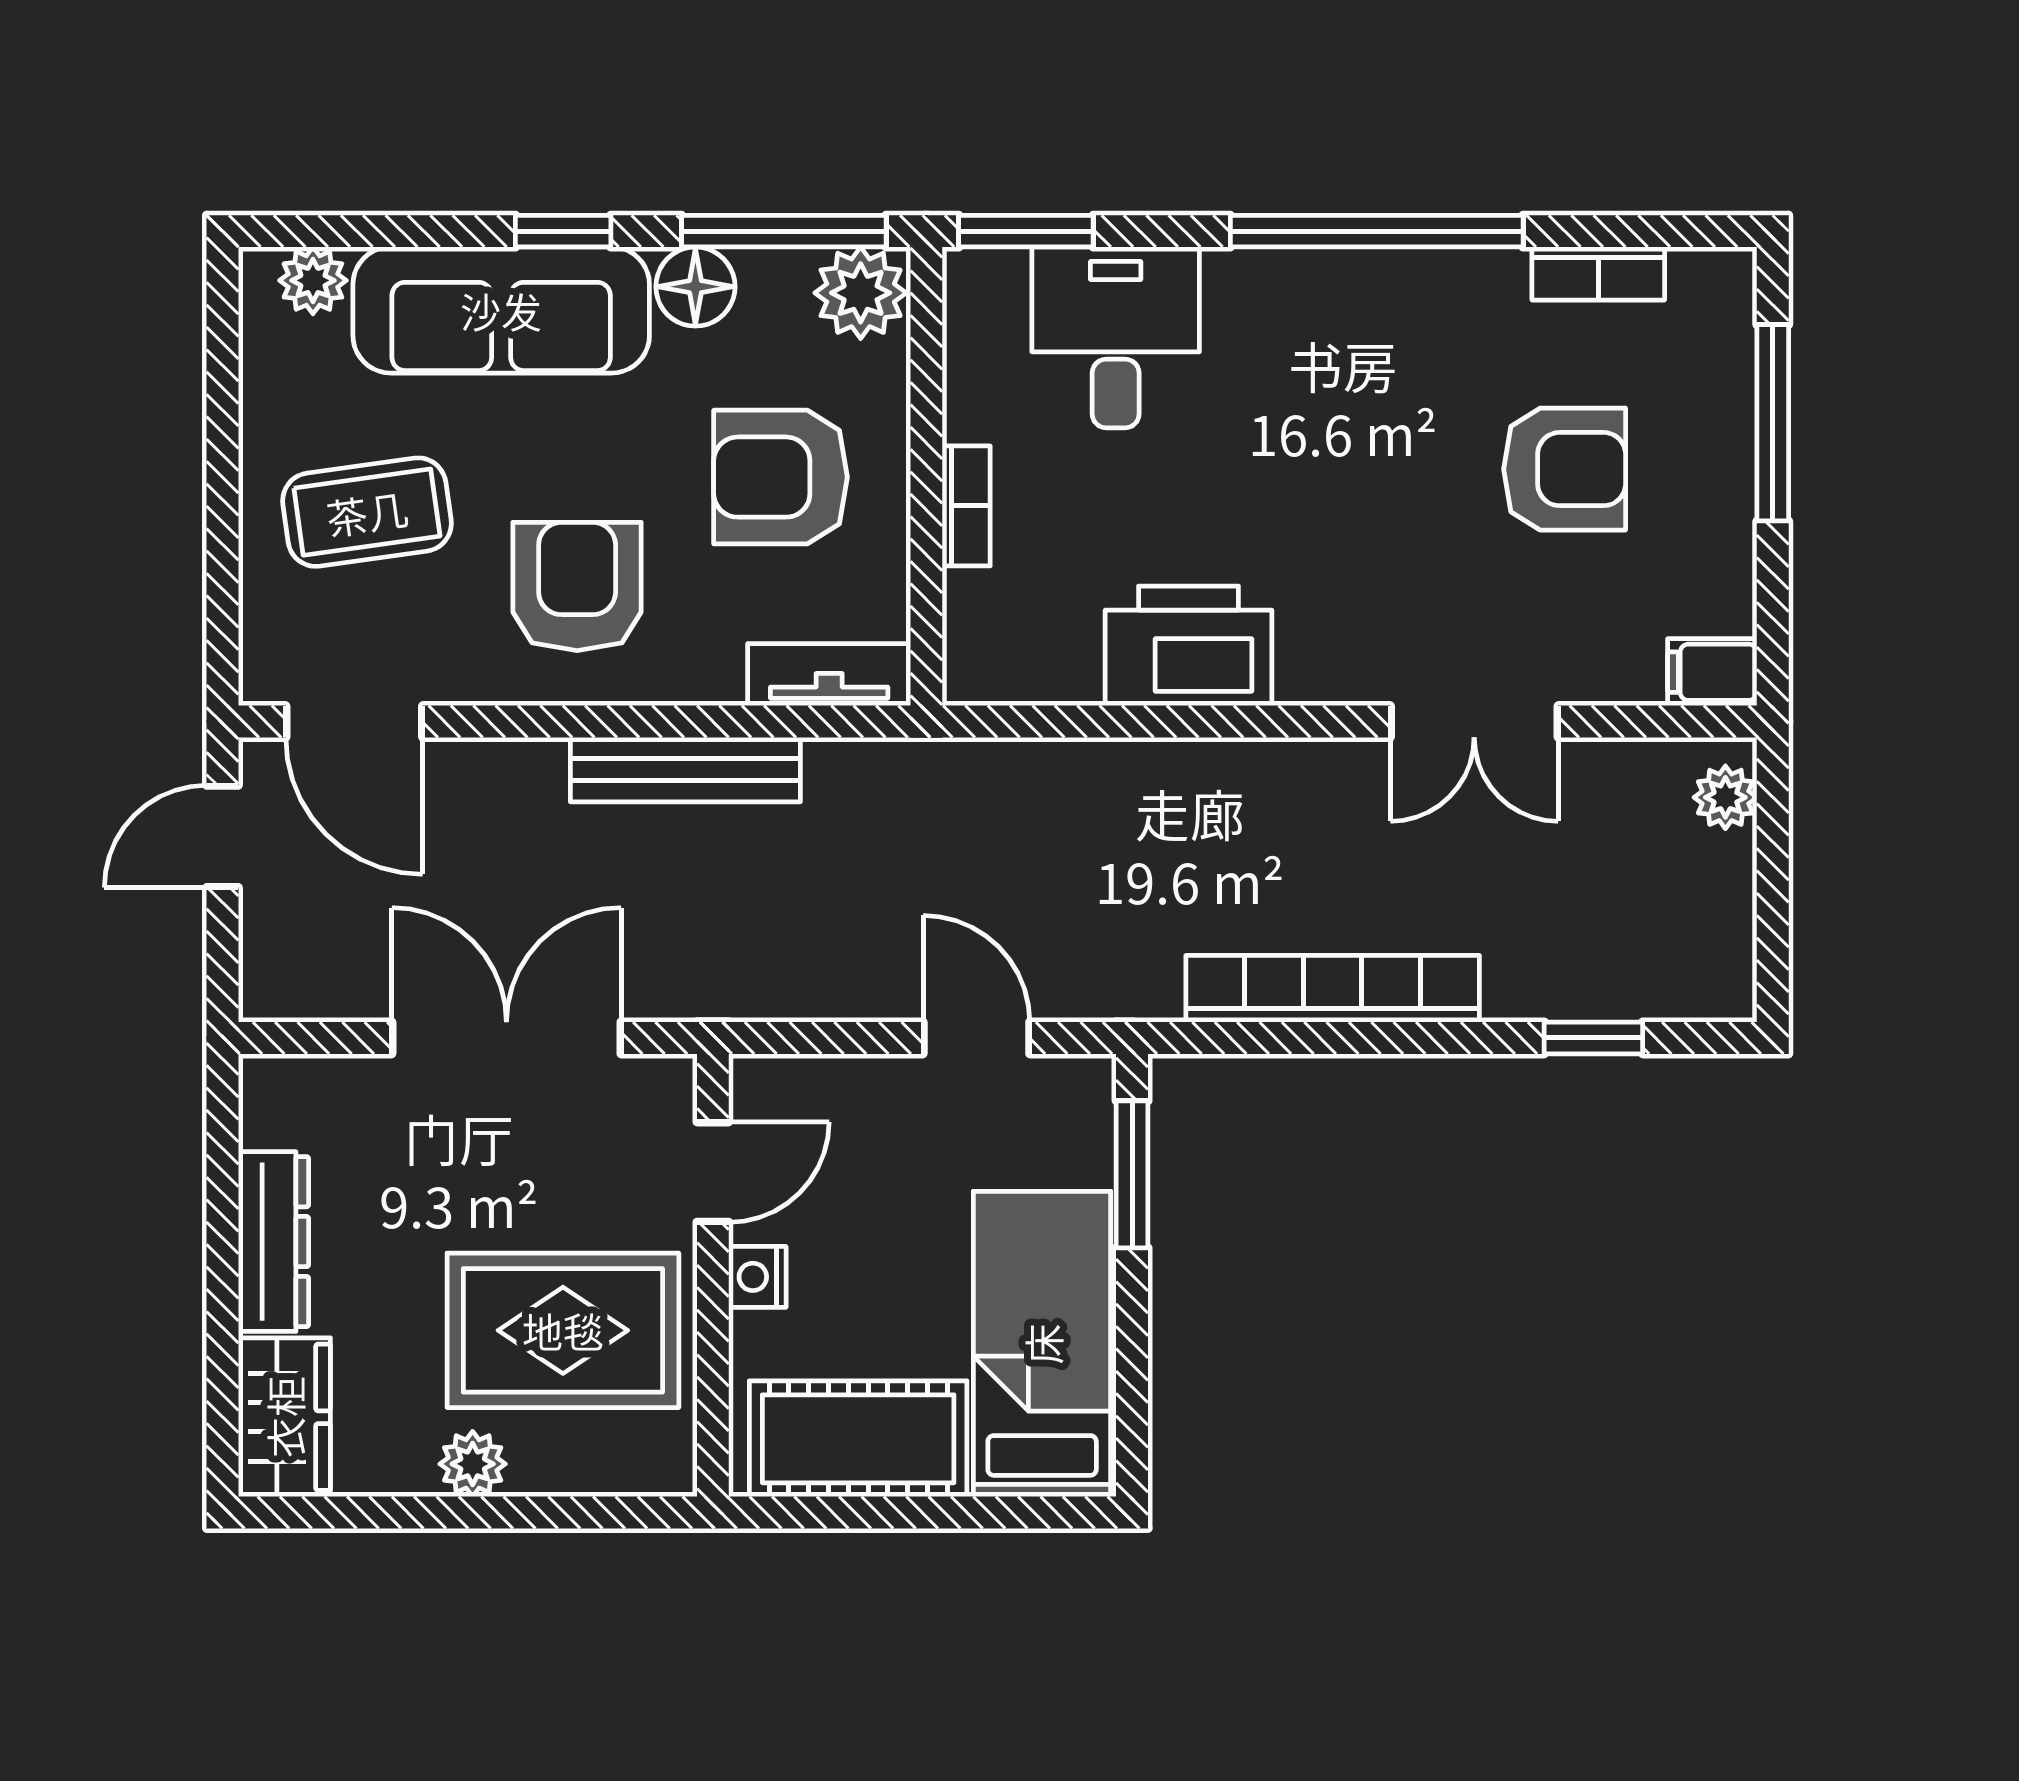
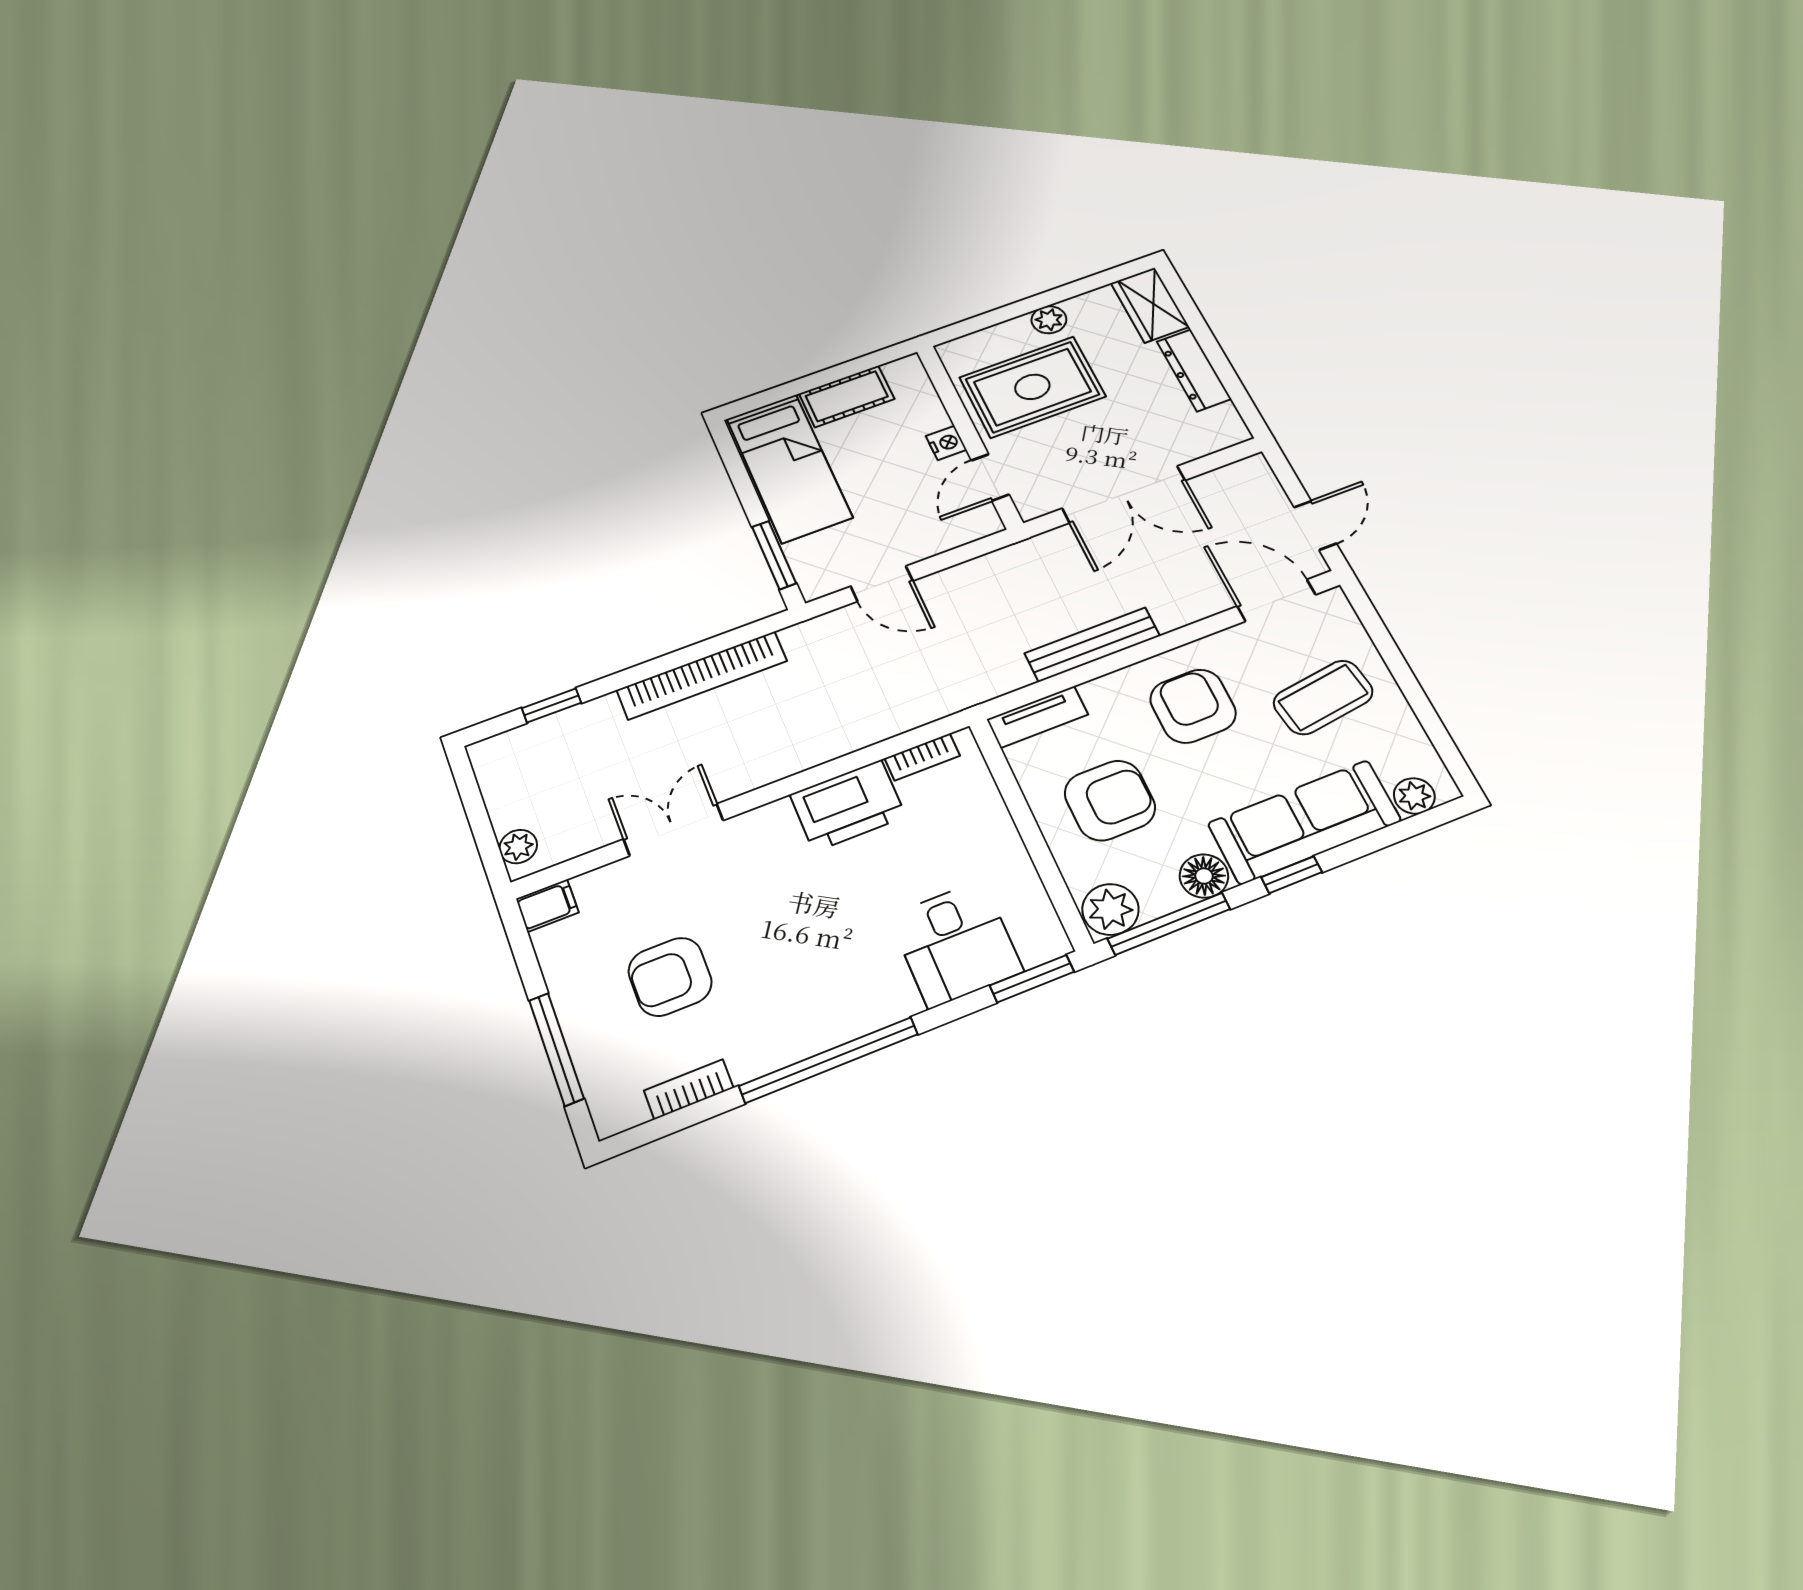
bookcase: (966, 506) -> (922, 757), moved, turned -90
armchair: (577, 586) -> (1193, 706), turned 180
cot: (858, 1439) -> (847, 396), width x0.73, depth x0.75

